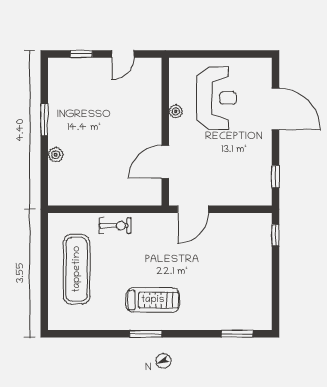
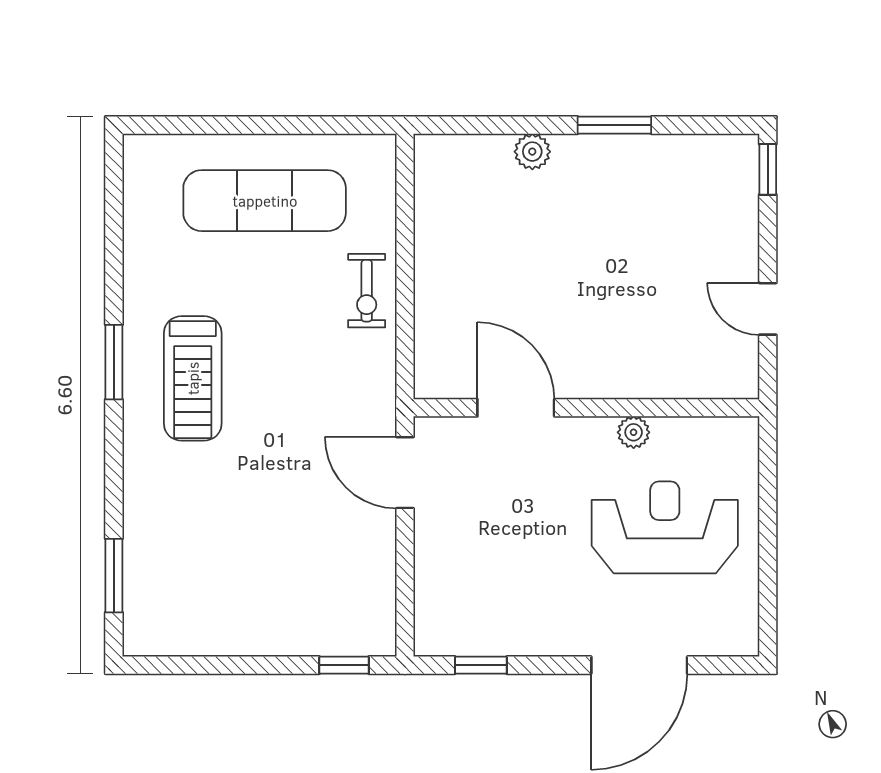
window: (81, 54) -> (768, 169), moved
reception desk: (217, 98) -> (665, 527), turned 180

